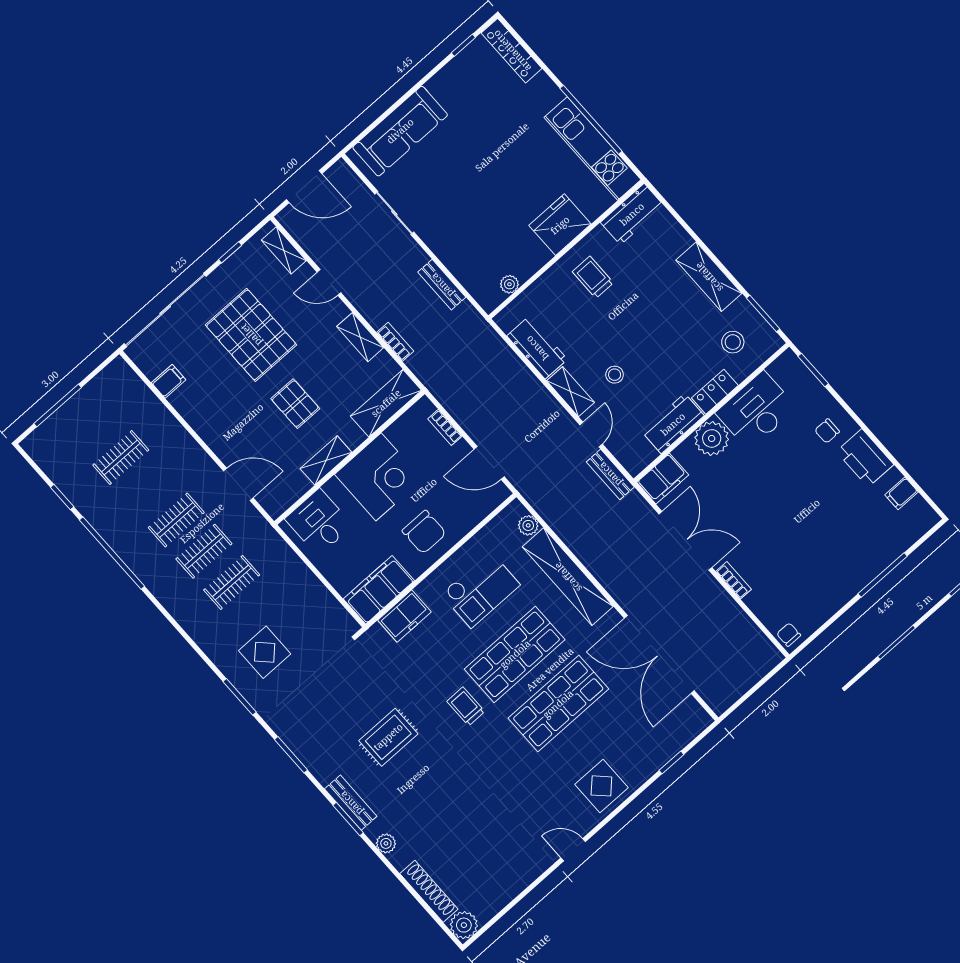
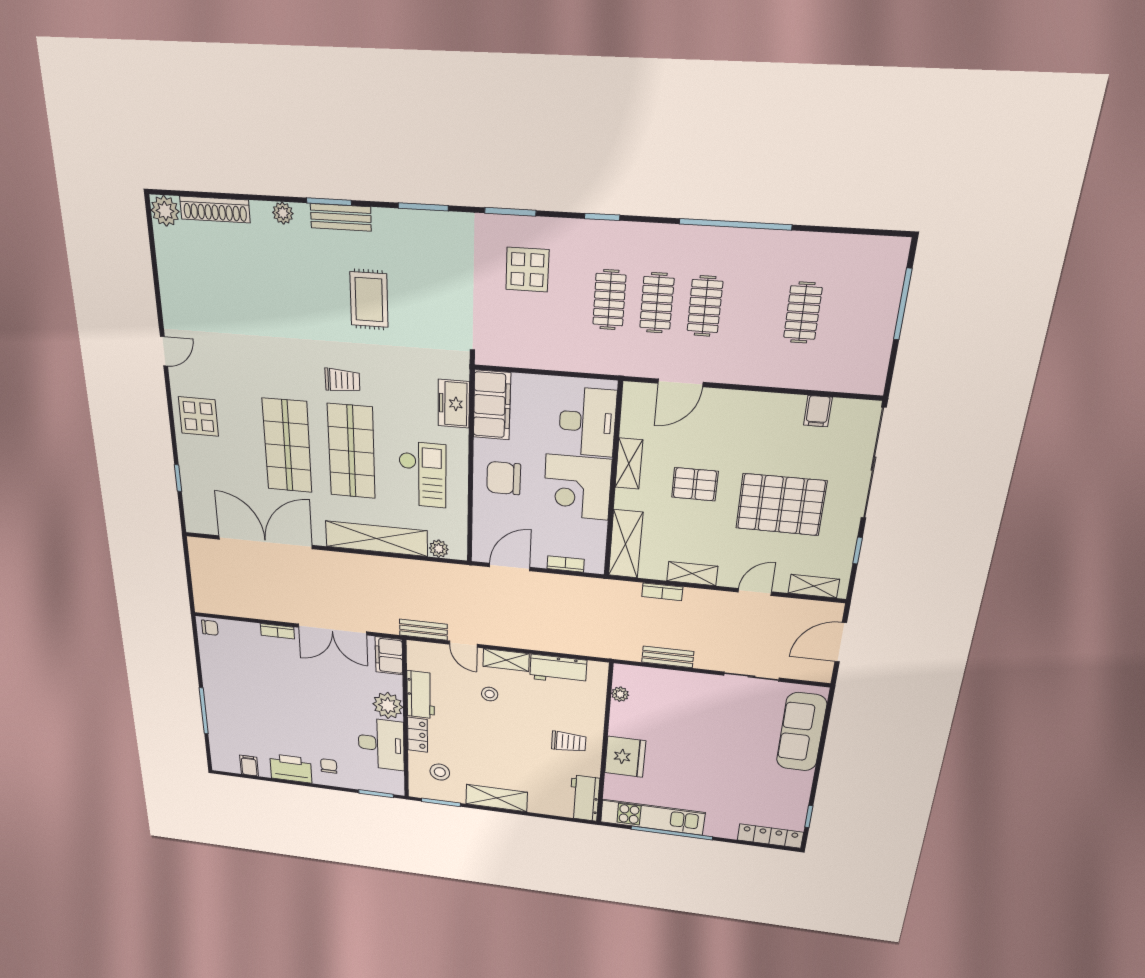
window: (62, 497) -> (602, 217), moved
desk: (319, 522) -> (587, 422), width x1.37
checkout: (481, 589) -> (423, 475), turned 180

